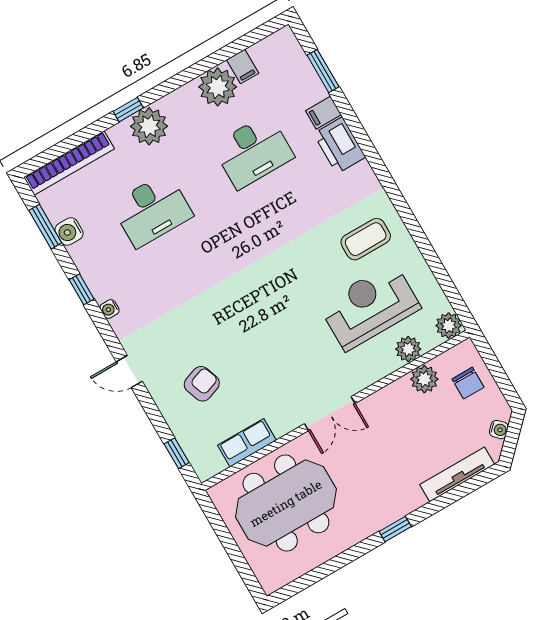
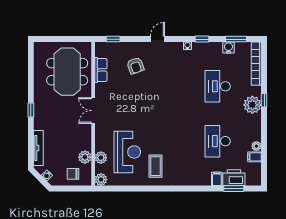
plant: (218, 87) -> (256, 146), width x0.53, depth x0.53
printer: (340, 145) -> (234, 178), moved

